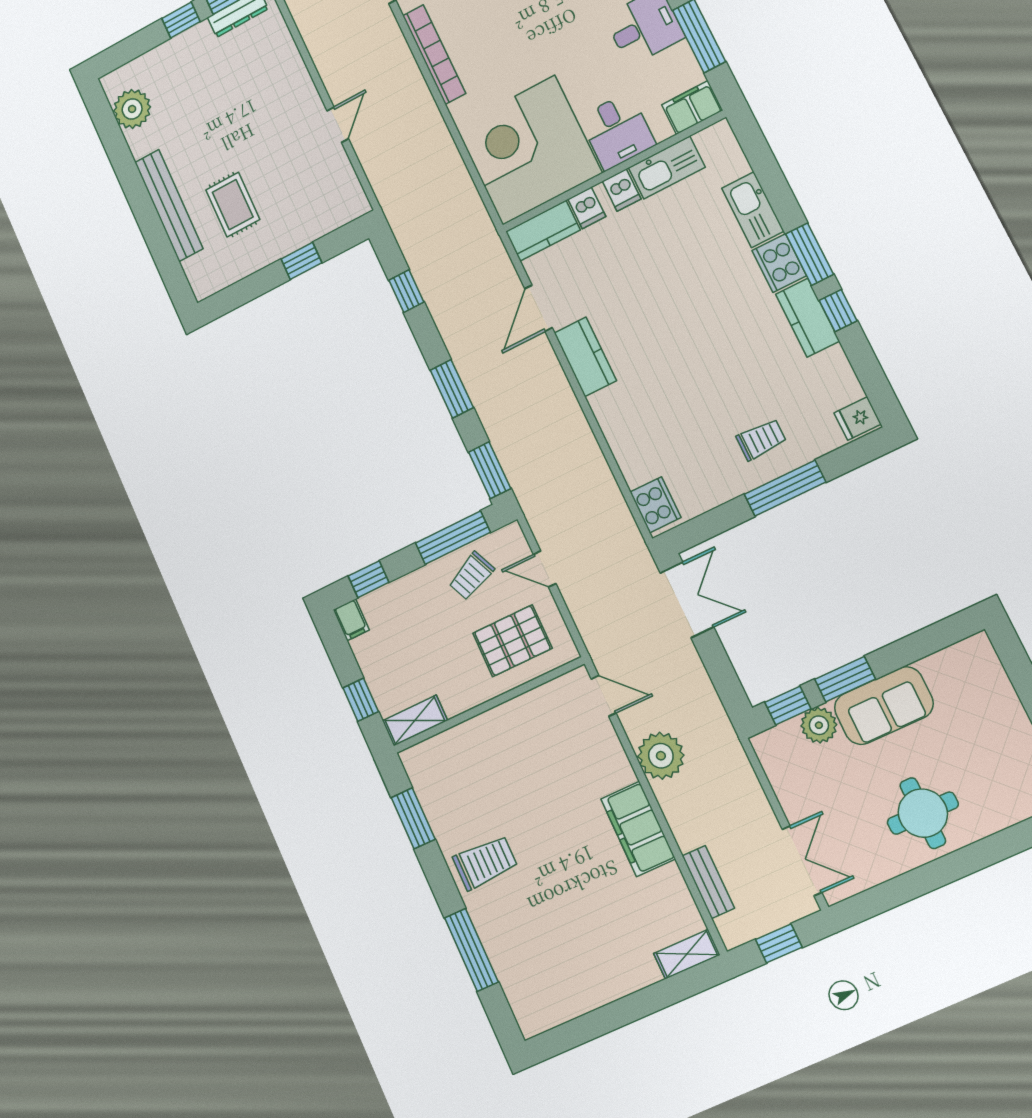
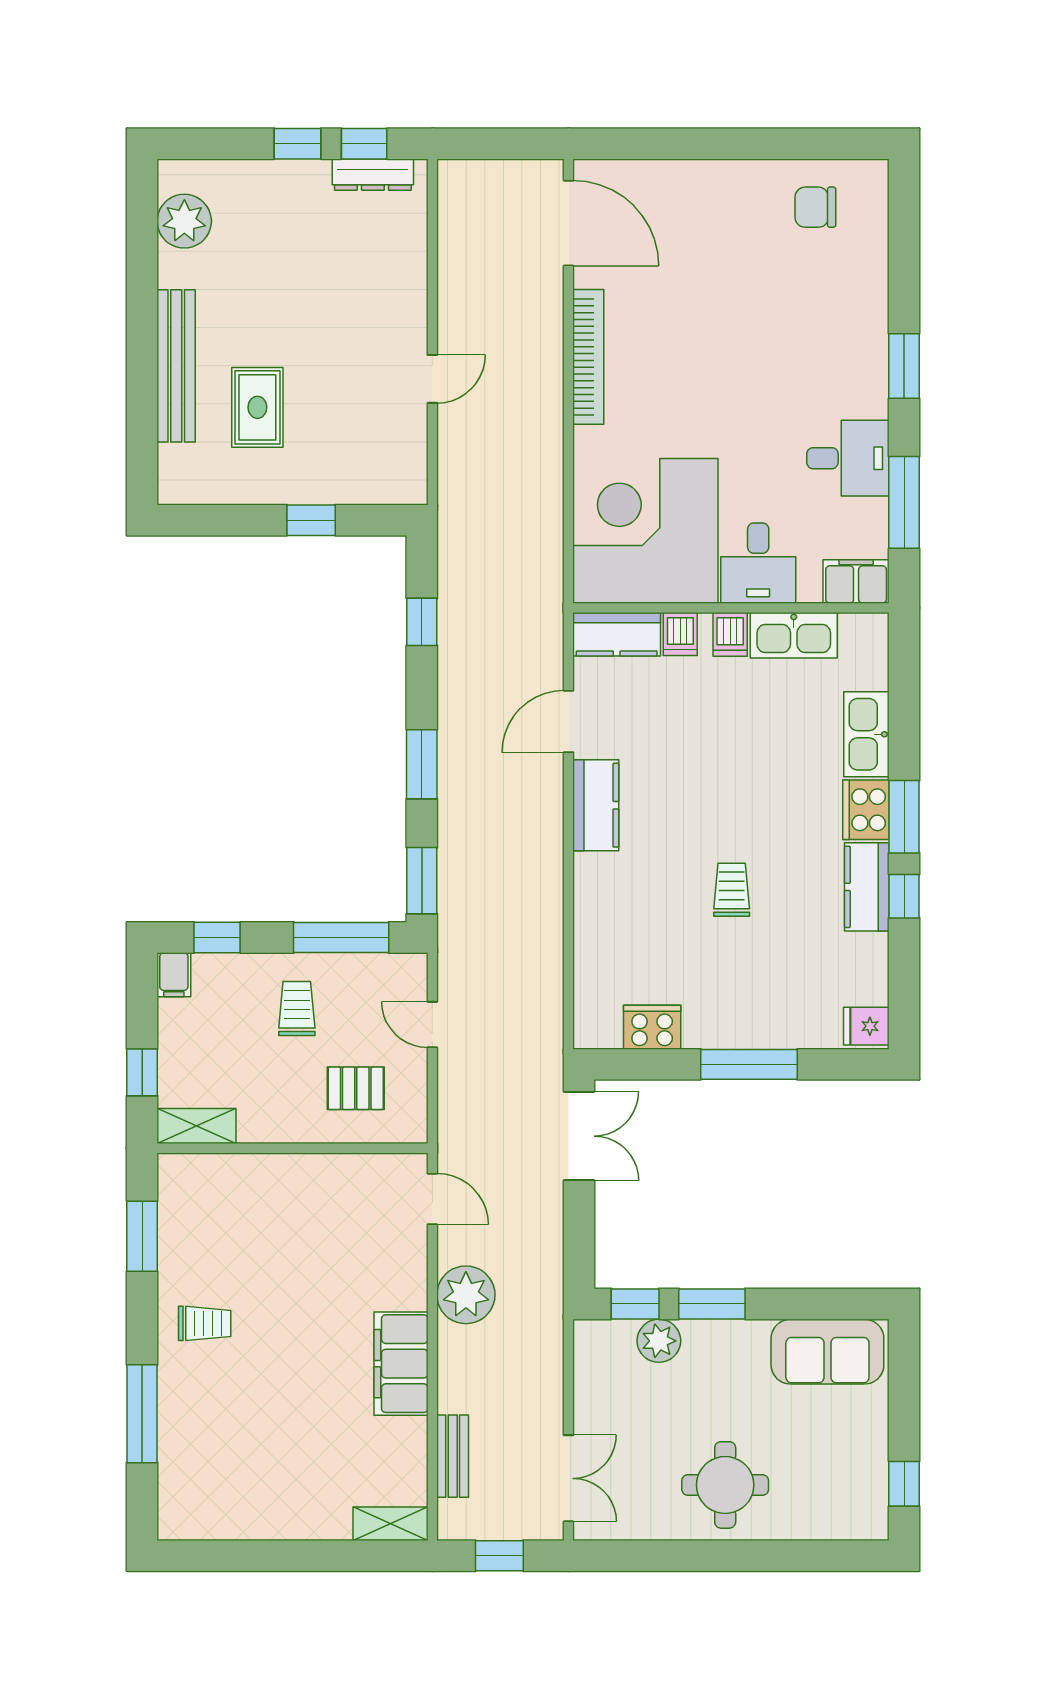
trolley: (761, 440) -> (732, 890), moved, turned -90
cooker: (656, 505) -> (652, 1027), moved, turned -90
trolley: (471, 576) -> (297, 1009), moved, turned 114
pallet: (512, 641) -> (356, 1088), width x0.67, depth x0.71
sofa: (884, 706) -> (827, 1352), moved
trolley: (485, 863) -> (205, 1323), width x0.73, depth x0.72

